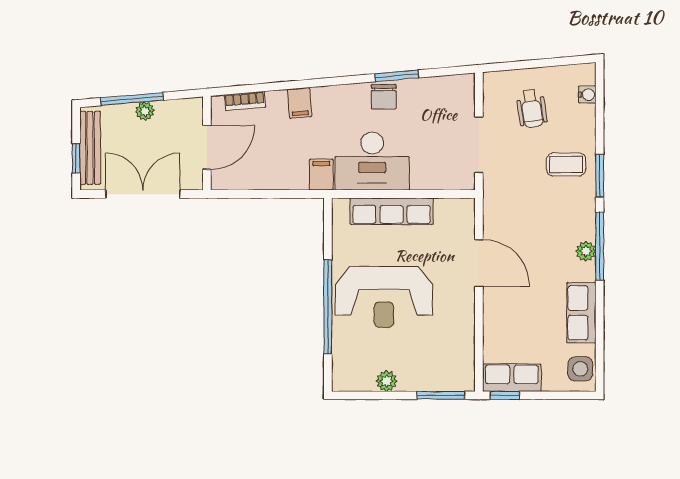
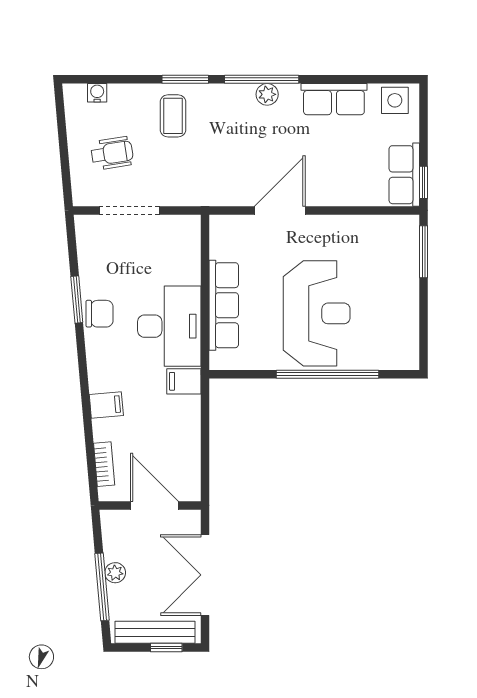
doorway: (479, 145) -> (129, 210), moved
plant: (387, 381) -> (408, 311), removed

